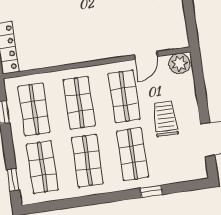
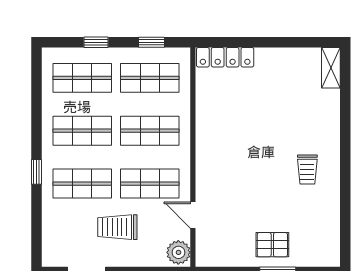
trolley: (165, 119) -> (117, 227), turned 180
window: (13, 180) -> (96, 42), moved
window: (151, 191) -> (36, 172), moved

